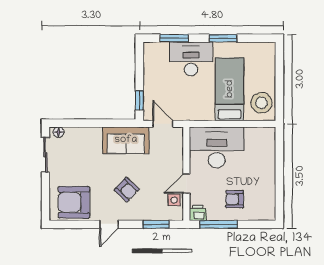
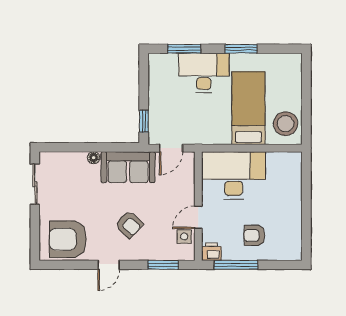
door: (163, 124) -> (171, 148), swing flipped
floor lamp: (59, 132) -> (94, 158), moved

